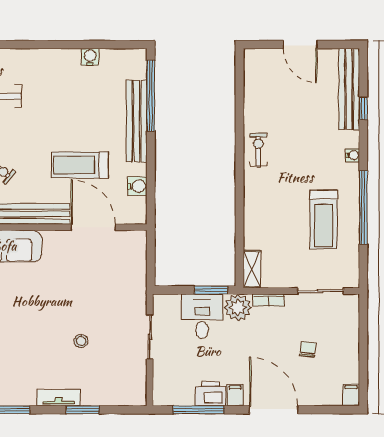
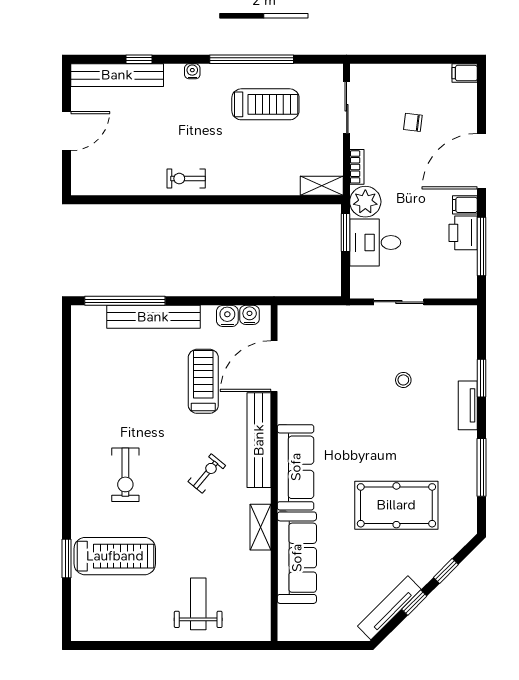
water cooler: (90, 57) -> (250, 315), moved, turned 90
treadmill: (80, 165) -> (203, 381), turned 180

